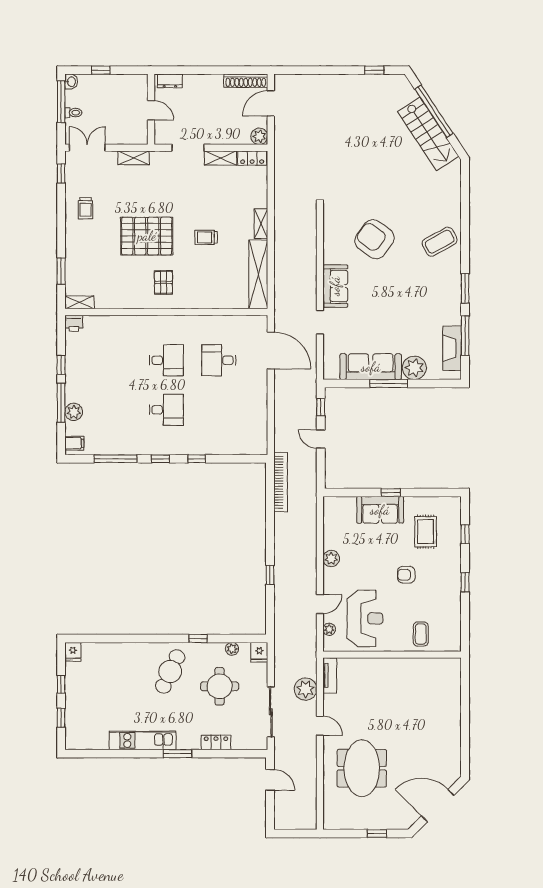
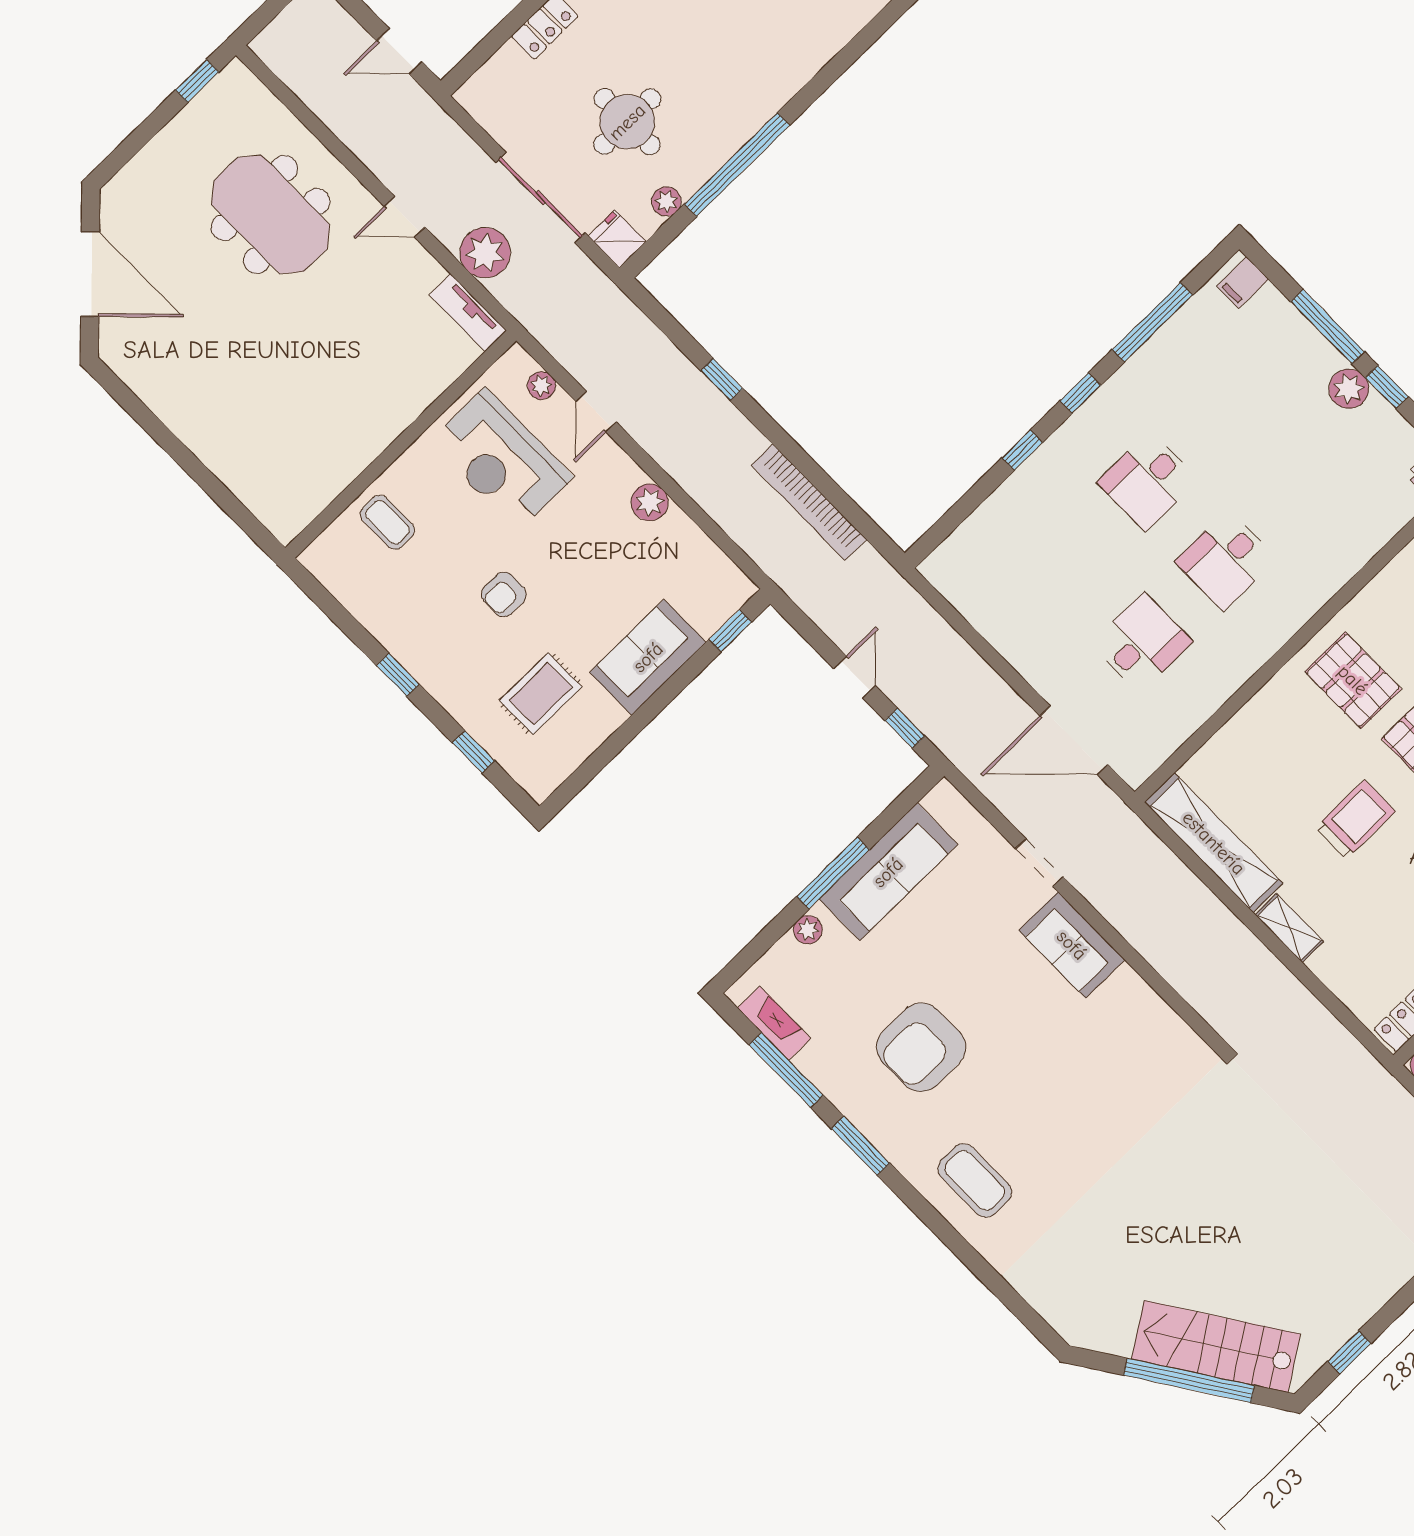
stairs: (428, 134) -> (1216, 1347), moved
trolley: (206, 237) -> (1355, 820), width x1.36, depth x1.39
armchair: (375, 239) -> (921, 1047), moved, turned 144
coffee table: (440, 242) -> (975, 1180), turned -61
pallet: (163, 282) -> (1353, 680), width x1.50, depth x1.42
fireplace: (452, 348) -> (774, 1023), width x0.73, depth x0.76
plant: (414, 368) -> (808, 930), width x0.53, depth x0.53
plant: (74, 412) -> (1349, 389), moved
door: (321, 439) -> (855, 677), hinge flipped
bookcase: (281, 482) -> (809, 502), moved
window: (391, 493) -> (730, 631), moved
rug: (426, 532) -> (541, 694), turned 90
armchair: (406, 575) -> (504, 594), turned 180
window: (198, 638) -> (737, 165), width x3.17
cafe table: (170, 672) -> (730, 68), removed
sliding door: (271, 712) -> (541, 198), moved
door: (438, 806) -> (90, 274), hinge flipped
window: (377, 834) -> (197, 81), moved

